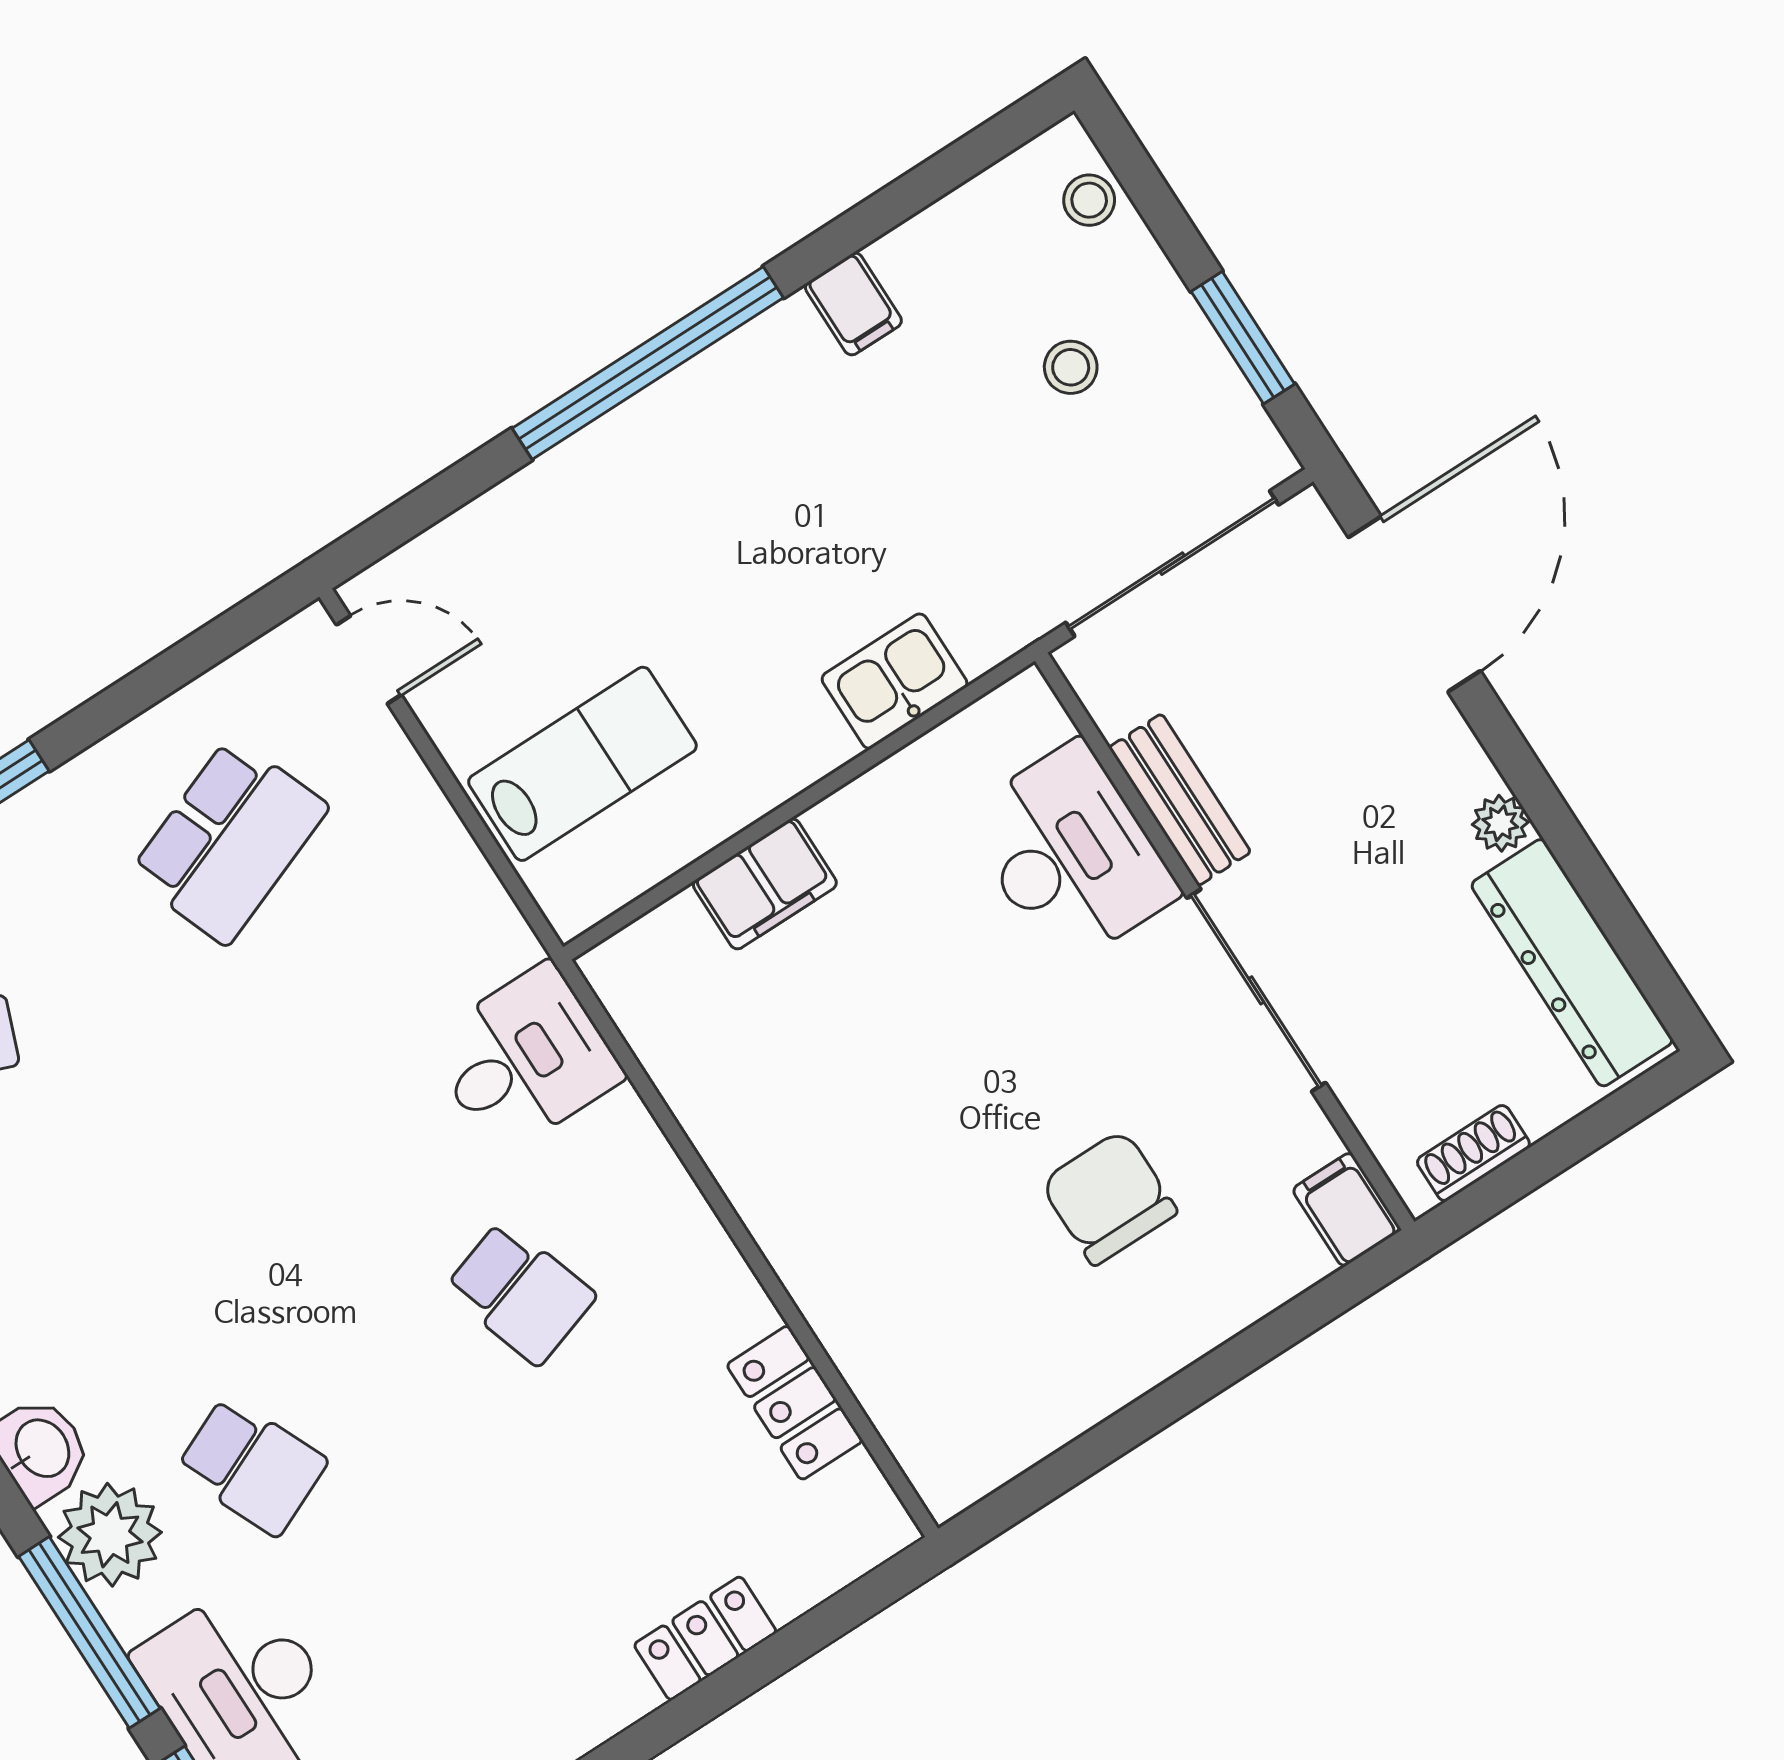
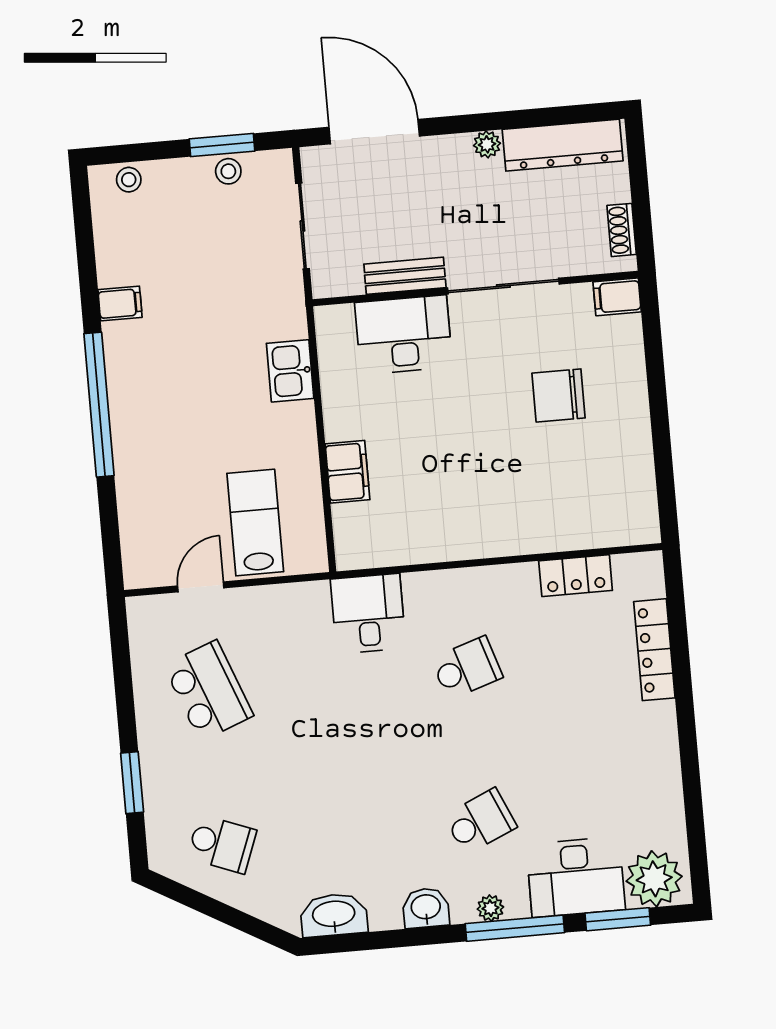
stool: (1071, 367) -> (228, 171), moved
sliding door: (1172, 564) -> (302, 226), width x0.73
door: (369, 660) -> (201, 587), moved
plant: (110, 1535) -> (490, 908), width x0.53, depth x0.53
locker: (705, 1638) -> (654, 650), width x1.53

